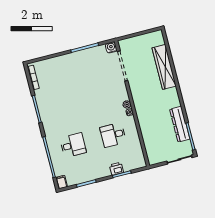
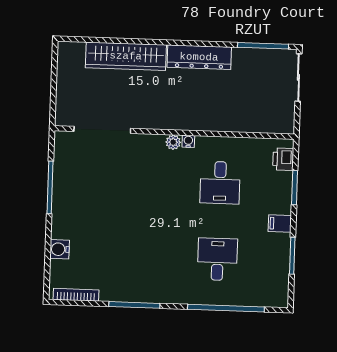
water cooler: (111, 47) -> (60, 249), moved
dresser: (180, 124) -> (199, 57), moved
printer: (116, 169) -> (283, 159), moved
filing cabinet: (61, 182) -> (280, 223), moved

